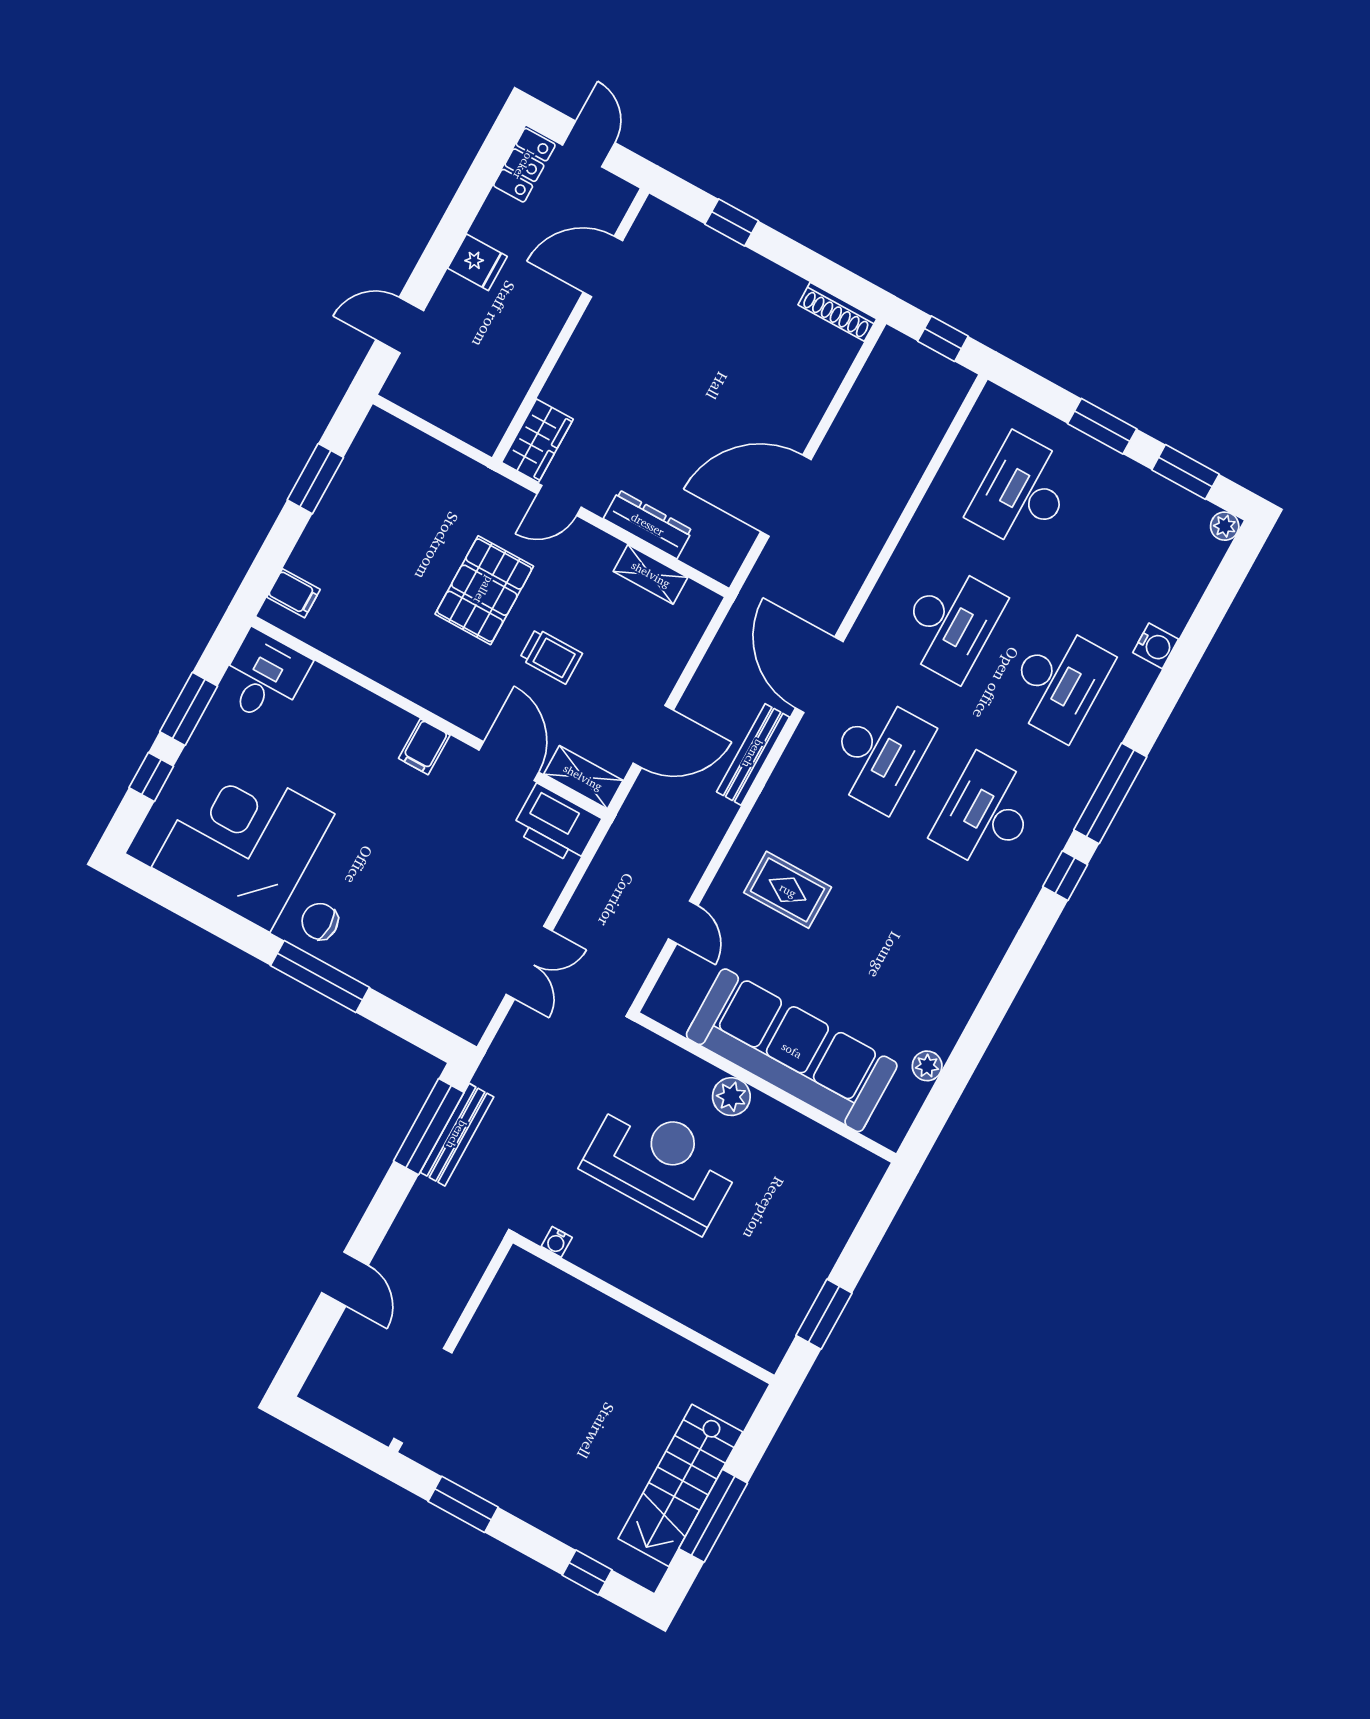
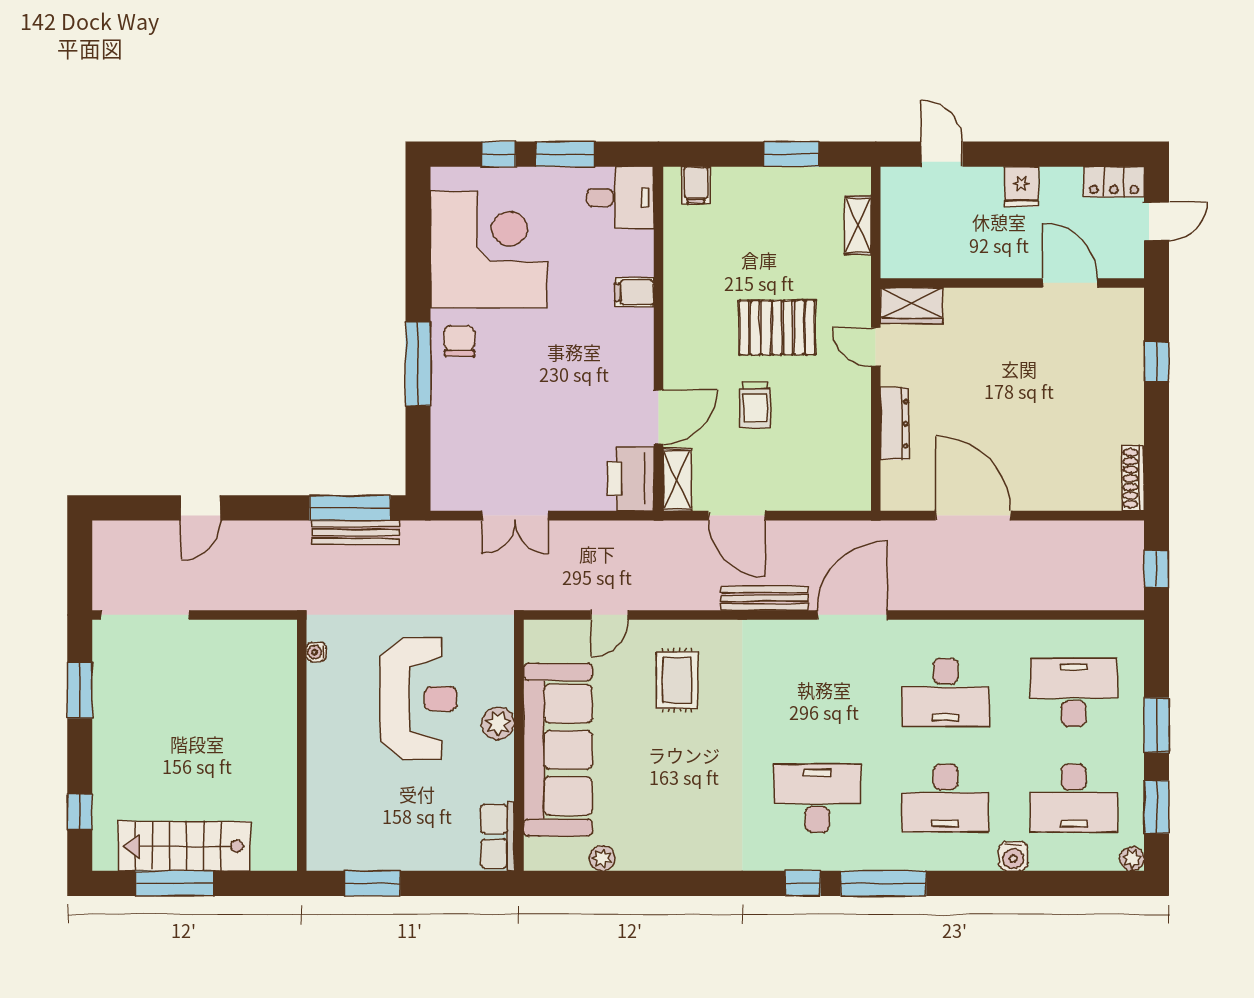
shelving: (651, 574) -> (858, 225), moved
filing cabinet: (424, 747) -> (634, 292), moved
desk: (879, 754) -> (1074, 798), moved
row of seats: (846, 1160) -> (498, 836), added

